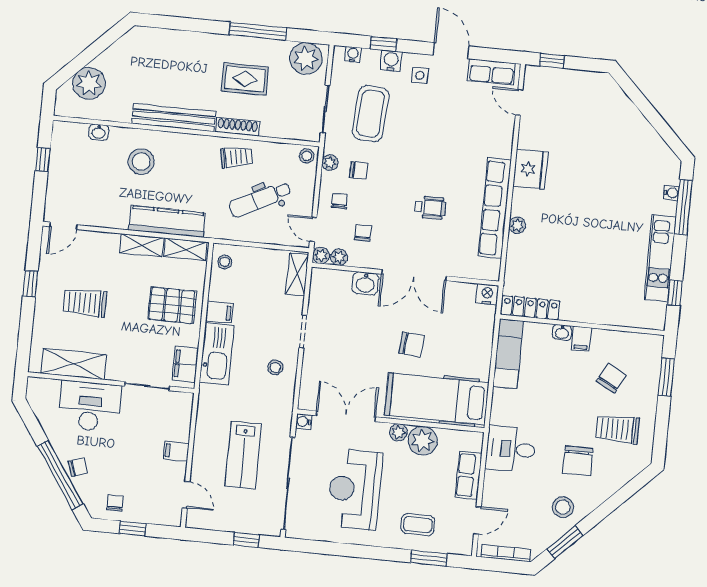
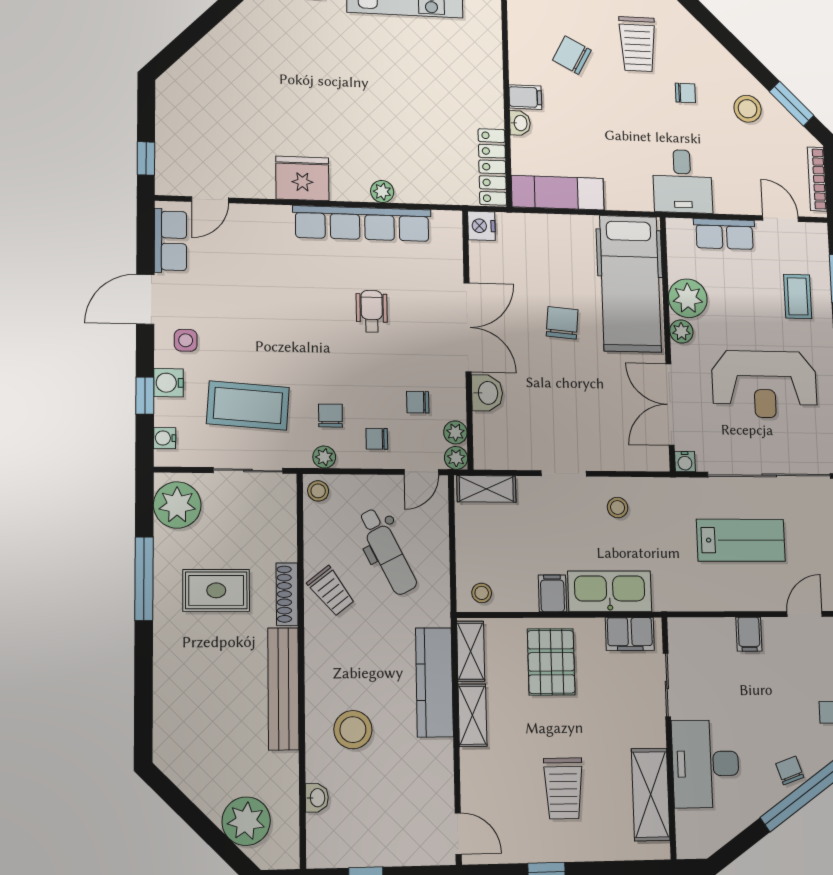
rug: (245, 79) -> (216, 590), turned 90
trolley: (237, 157) -> (331, 591), turned 153
chair: (578, 461) -> (685, 93), width x0.54, depth x0.54

